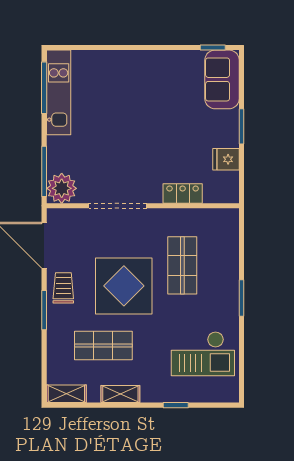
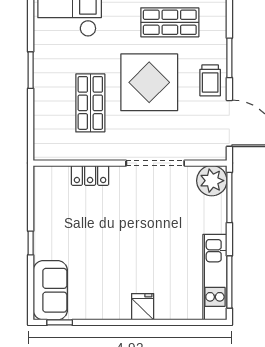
window: (241, 126) -> (31, 243), width x0.67
fridge: (226, 159) -> (143, 307), moved, turned -90

